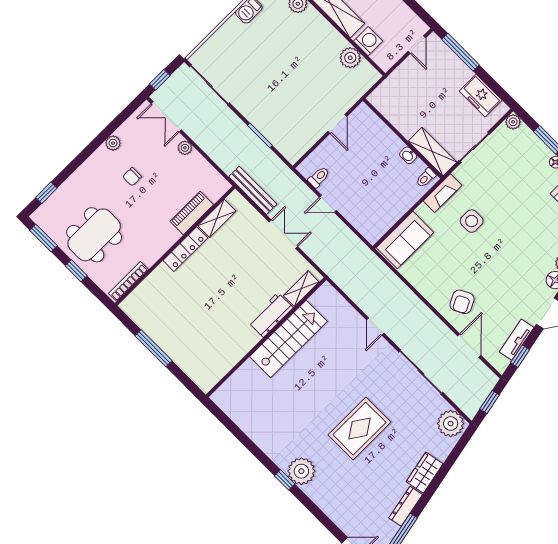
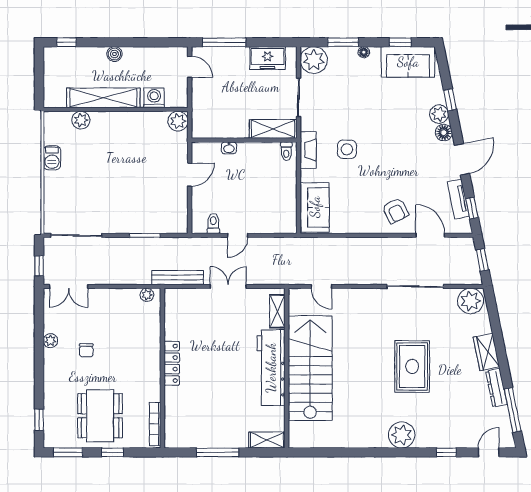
plant: (350, 58) -> (178, 121), moved
plant: (513, 122) -> (314, 60), width x1.88, depth x1.88
door: (337, 124) -> (190, 175), hinge flipped
plant: (185, 148) -> (147, 295), moved
washbasin: (408, 155) -> (229, 148), moved
piano: (192, 213) -> (152, 334), removed
shelving: (217, 218) -> (267, 440), moved, turned 90
workbench: (271, 315) -> (271, 368), width x1.88, depth x1.32
door: (375, 327) -> (321, 286), moved
stairs: (288, 339) -> (310, 368), width x1.36, depth x1.51
window: (285, 480) -> (446, 452), moved

